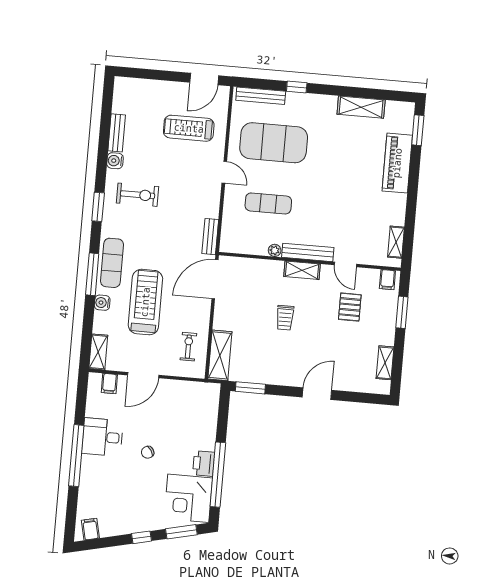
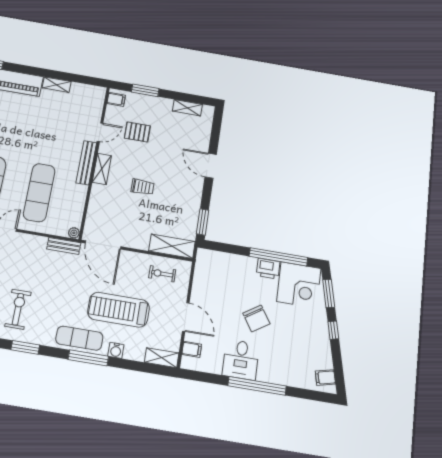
exercise mat: (268, 203) -> (39, 193), width x1.36, depth x1.45
shelving: (396, 242) -> (57, 85), moved
plant: (275, 250) -> (74, 233), moved
chair: (148, 452) -> (256, 318), width x1.87, depth x1.87

